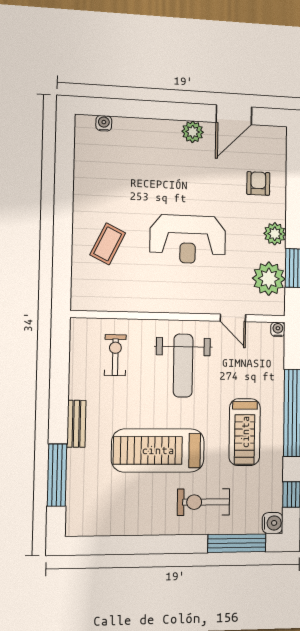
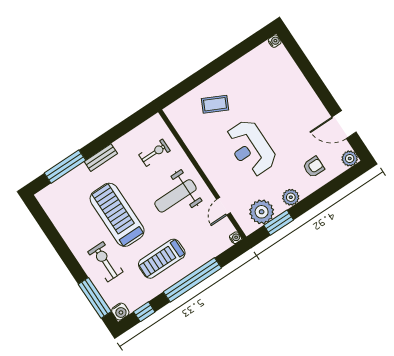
water cooler: (104, 123) -> (275, 41), moved
plant: (193, 132) -> (350, 158), moved

